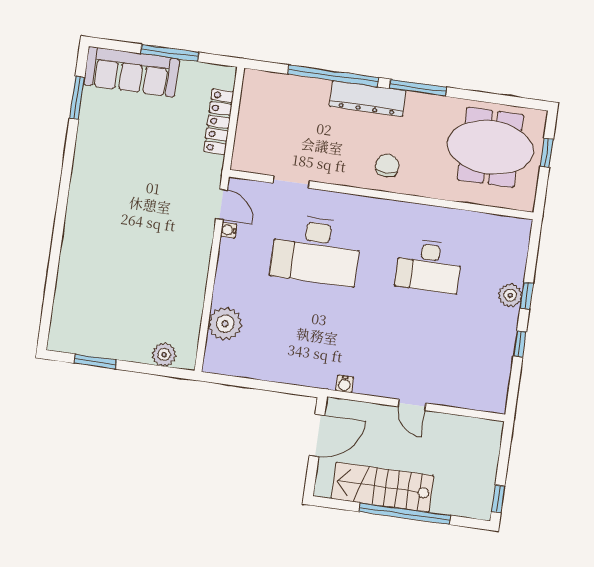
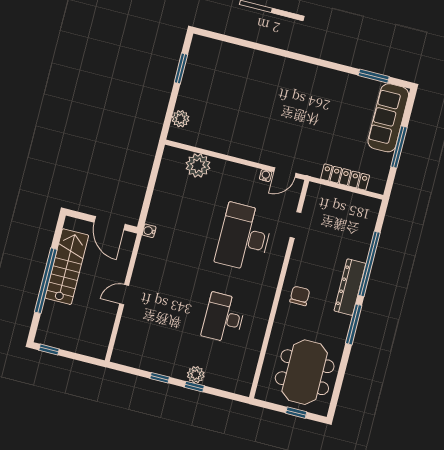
chair: (387, 166) -> (300, 296), turned -90
water cooler: (345, 384) -> (149, 231), moved

